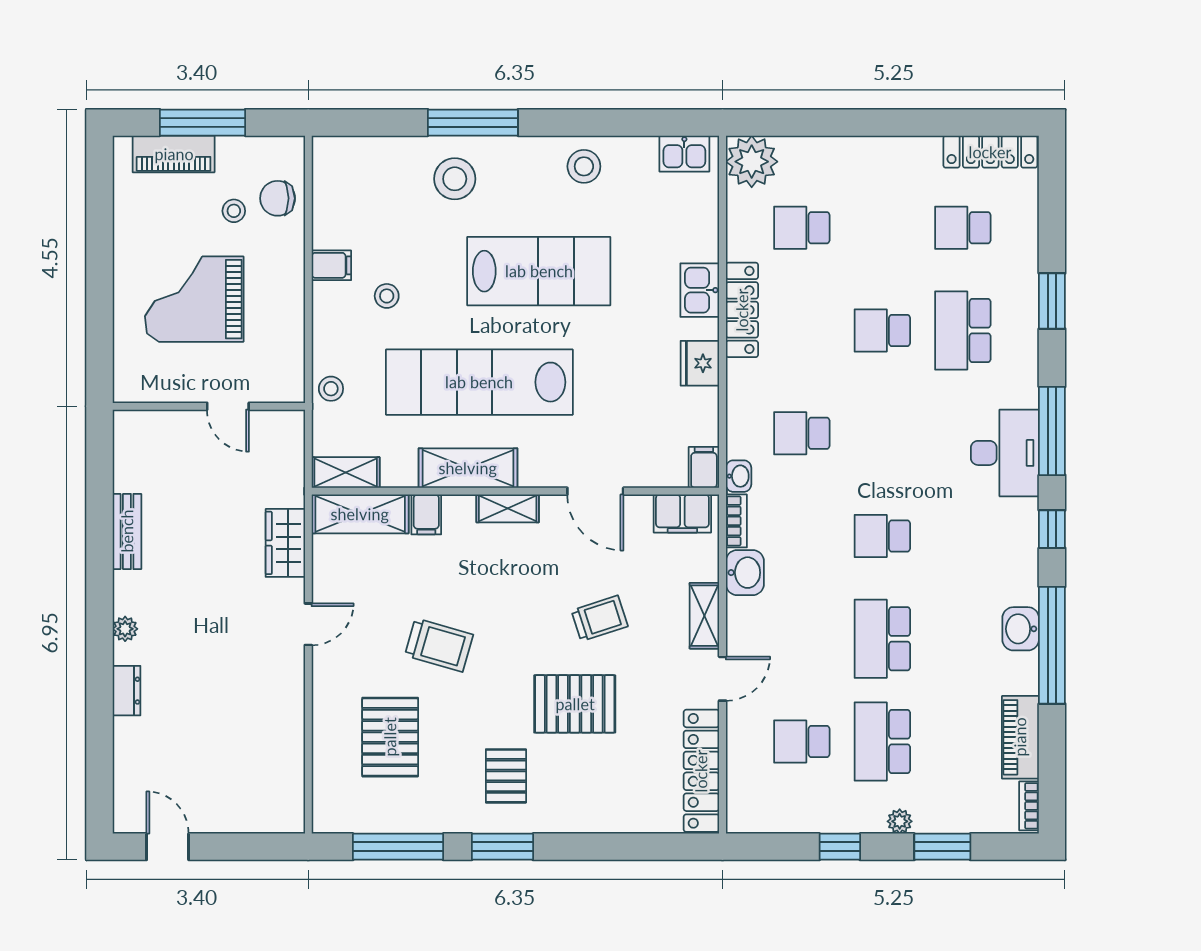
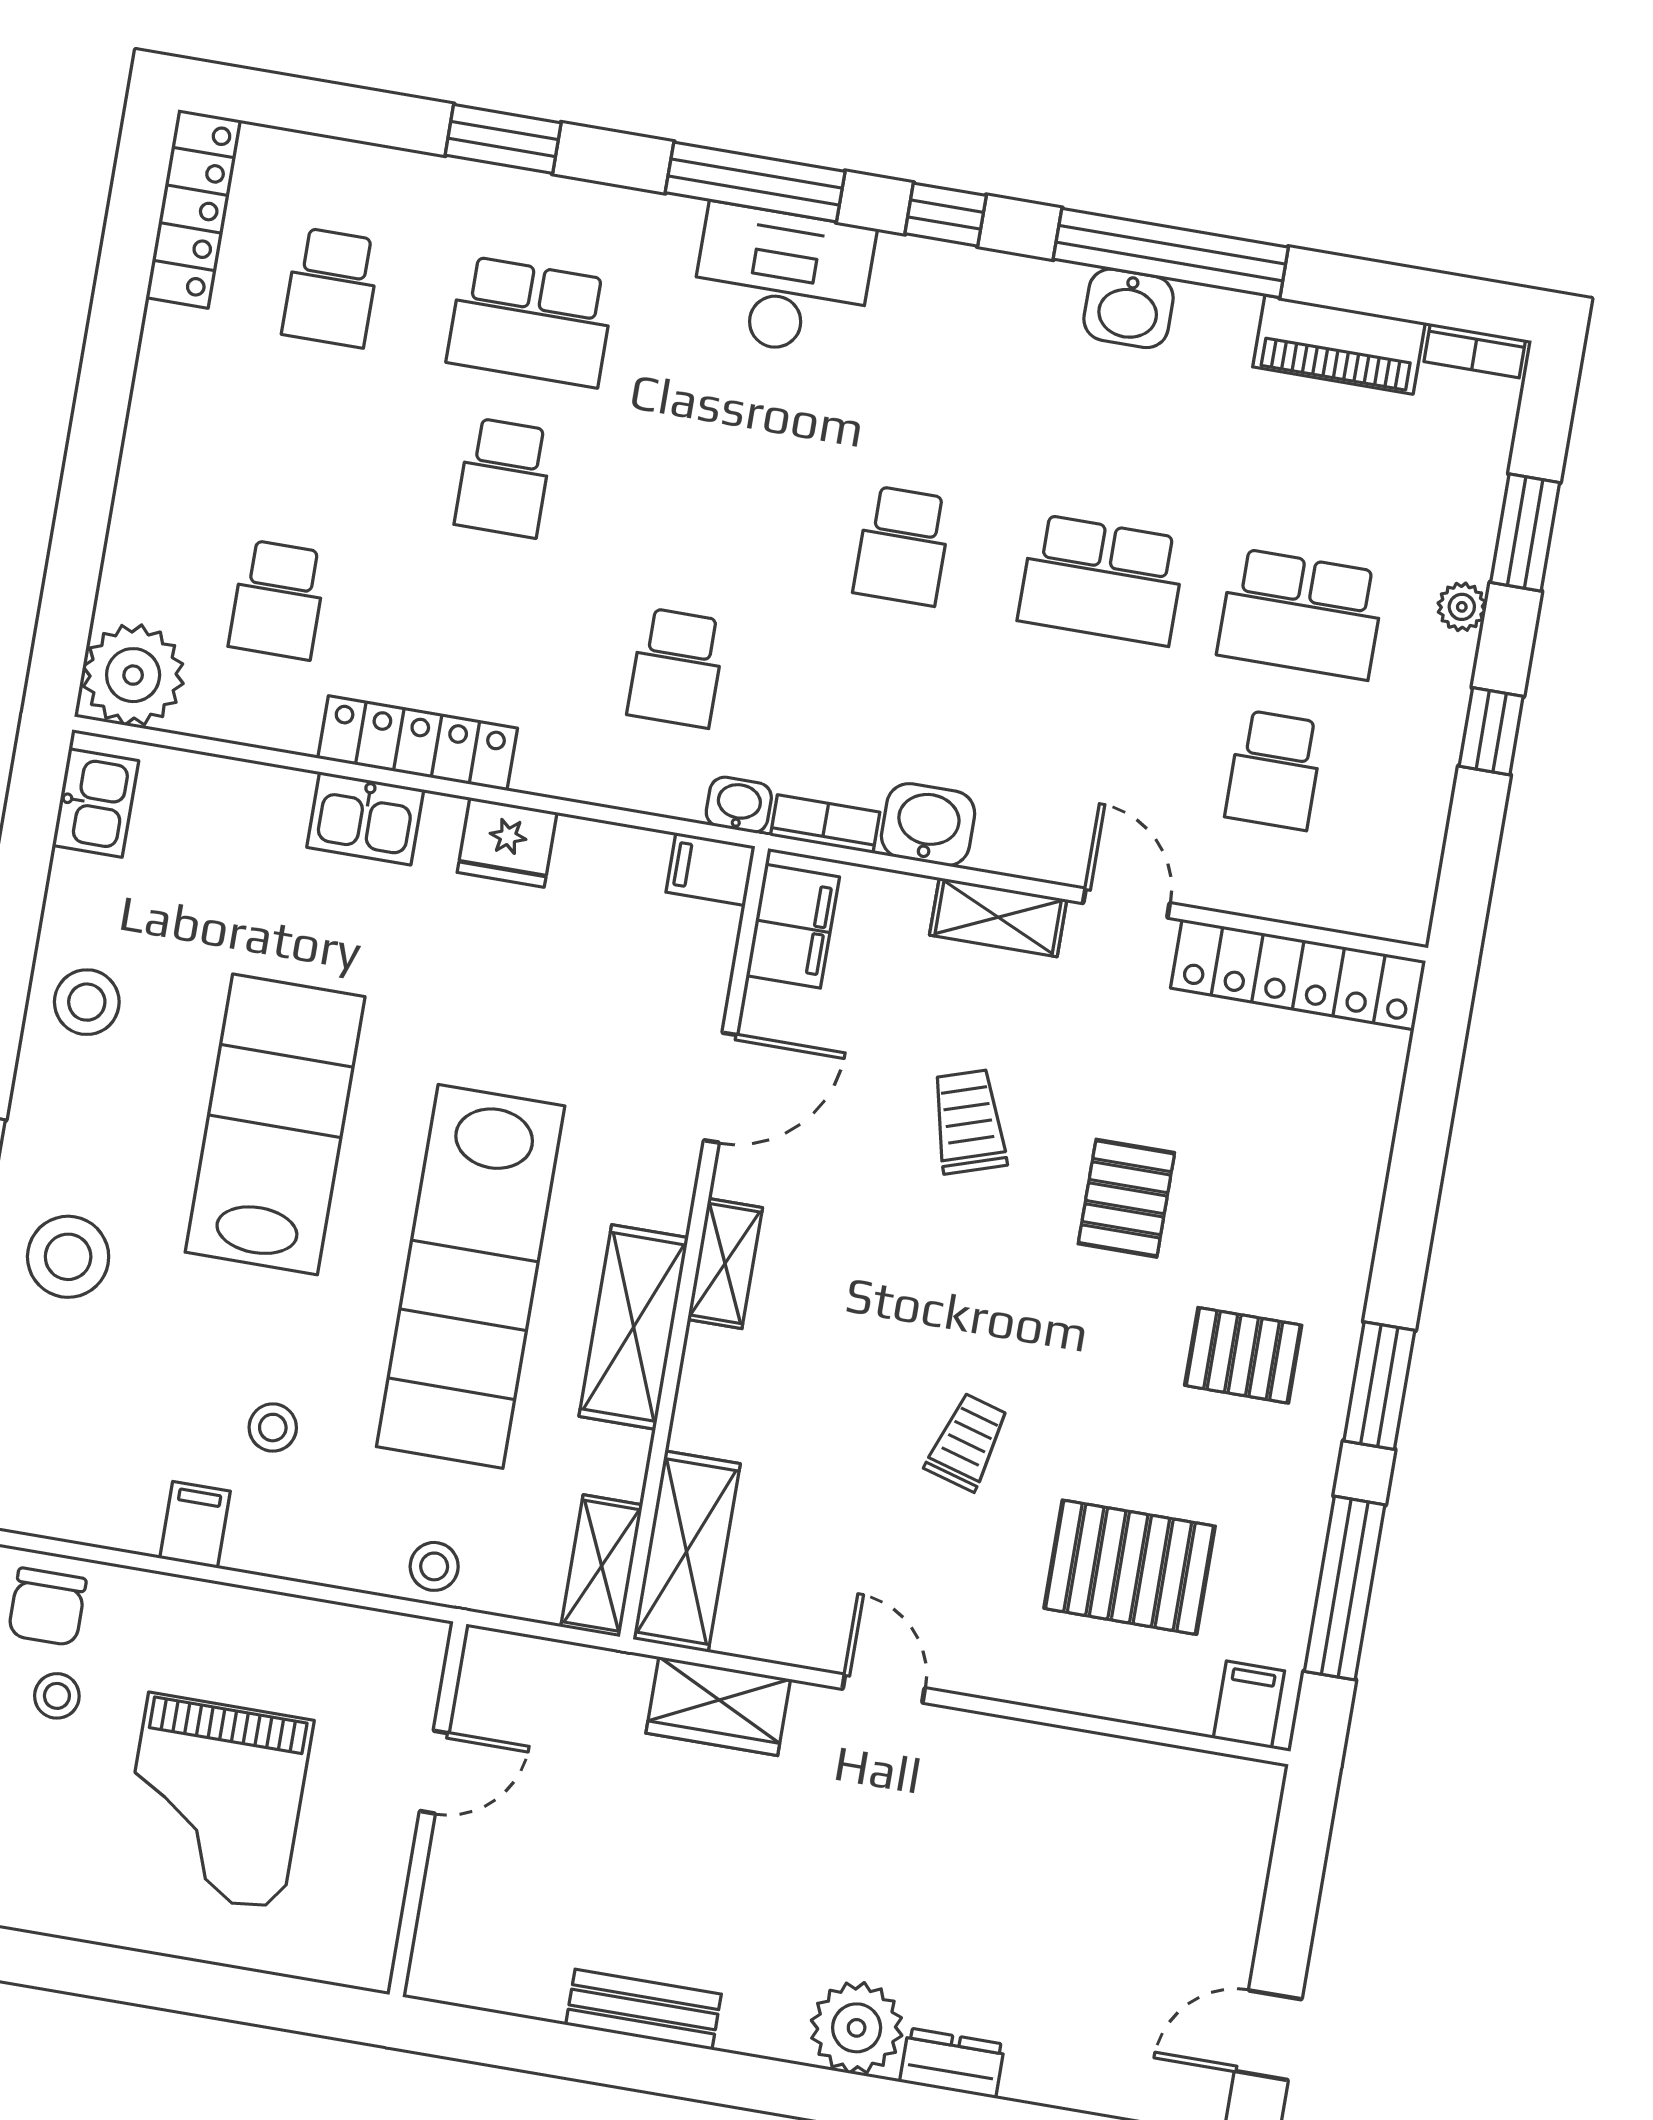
filing cabinet: (426, 514) -> (1249, 1705), moved, turned -90
plant: (125, 629) -> (857, 2028), width x1.88, depth x1.88
trolley: (439, 645) -> (967, 1442), width x0.73, depth x0.72
pallet: (575, 704) -> (1126, 1198), width x0.67, depth x0.71

